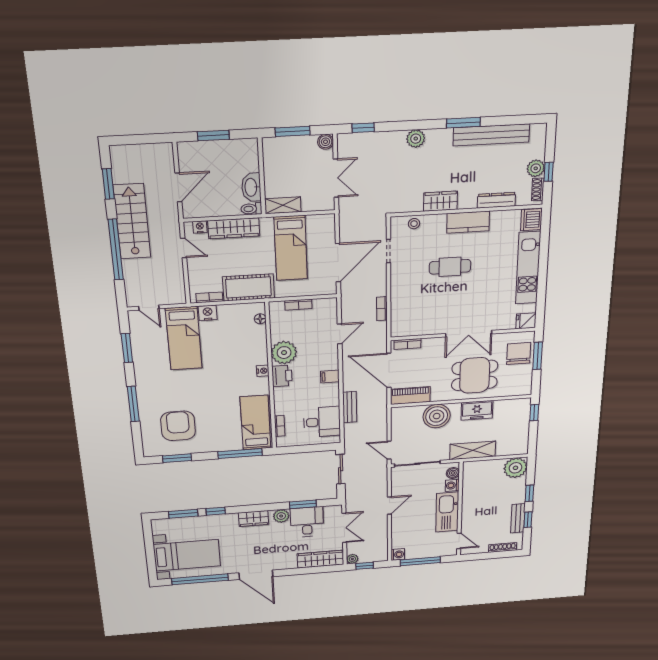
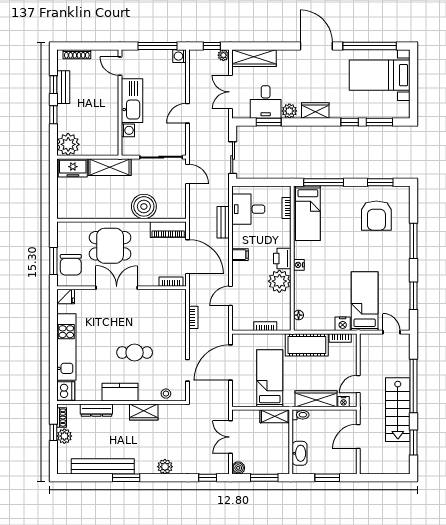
washbasin: (251, 187) -> (300, 453), moved
door: (184, 248) -> (358, 384), hinge flipped
freezer: (477, 410) -> (73, 168), moved, turned 180
window: (534, 413) -> (53, 203), removed
boiler: (453, 473) -> (128, 144), removed

